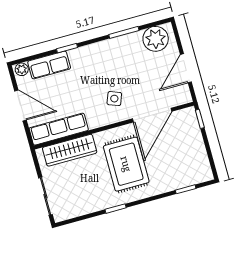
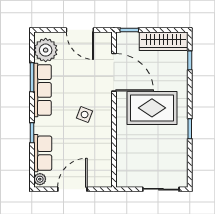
side table: (114, 99) -> (85, 115), moved
row of seats: (59, 129) -> (42, 90), moved, turned 180
wardrobe: (70, 150) -> (164, 41), moved, turned 90

